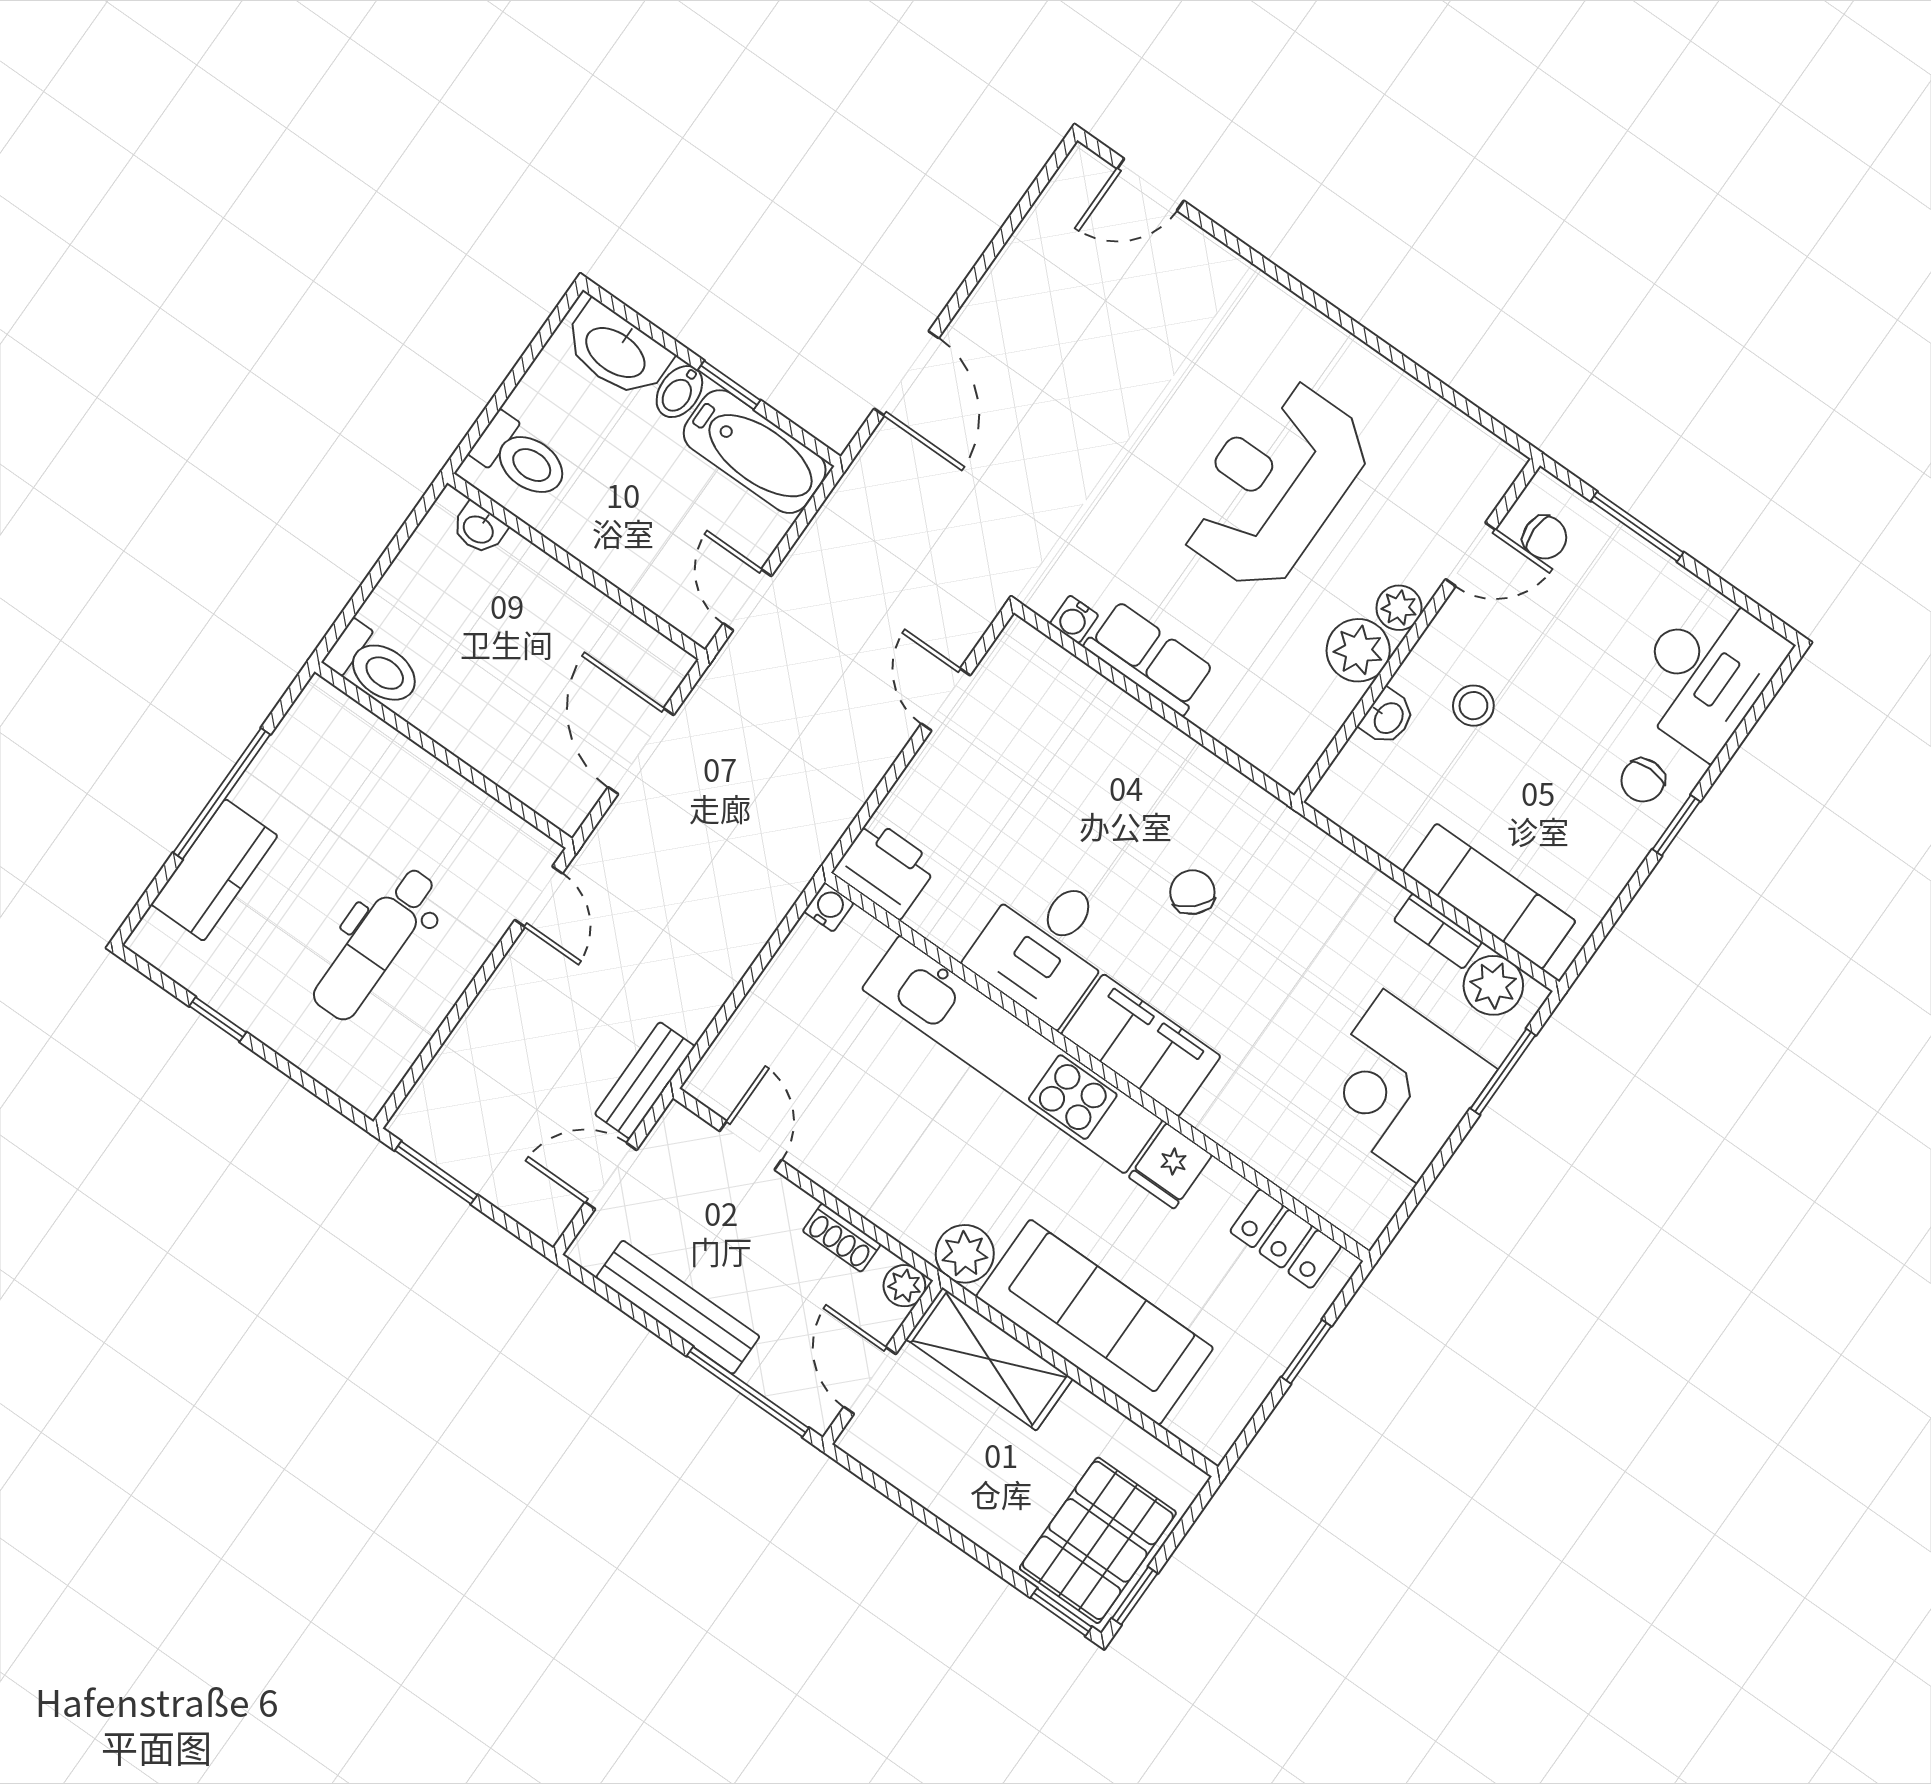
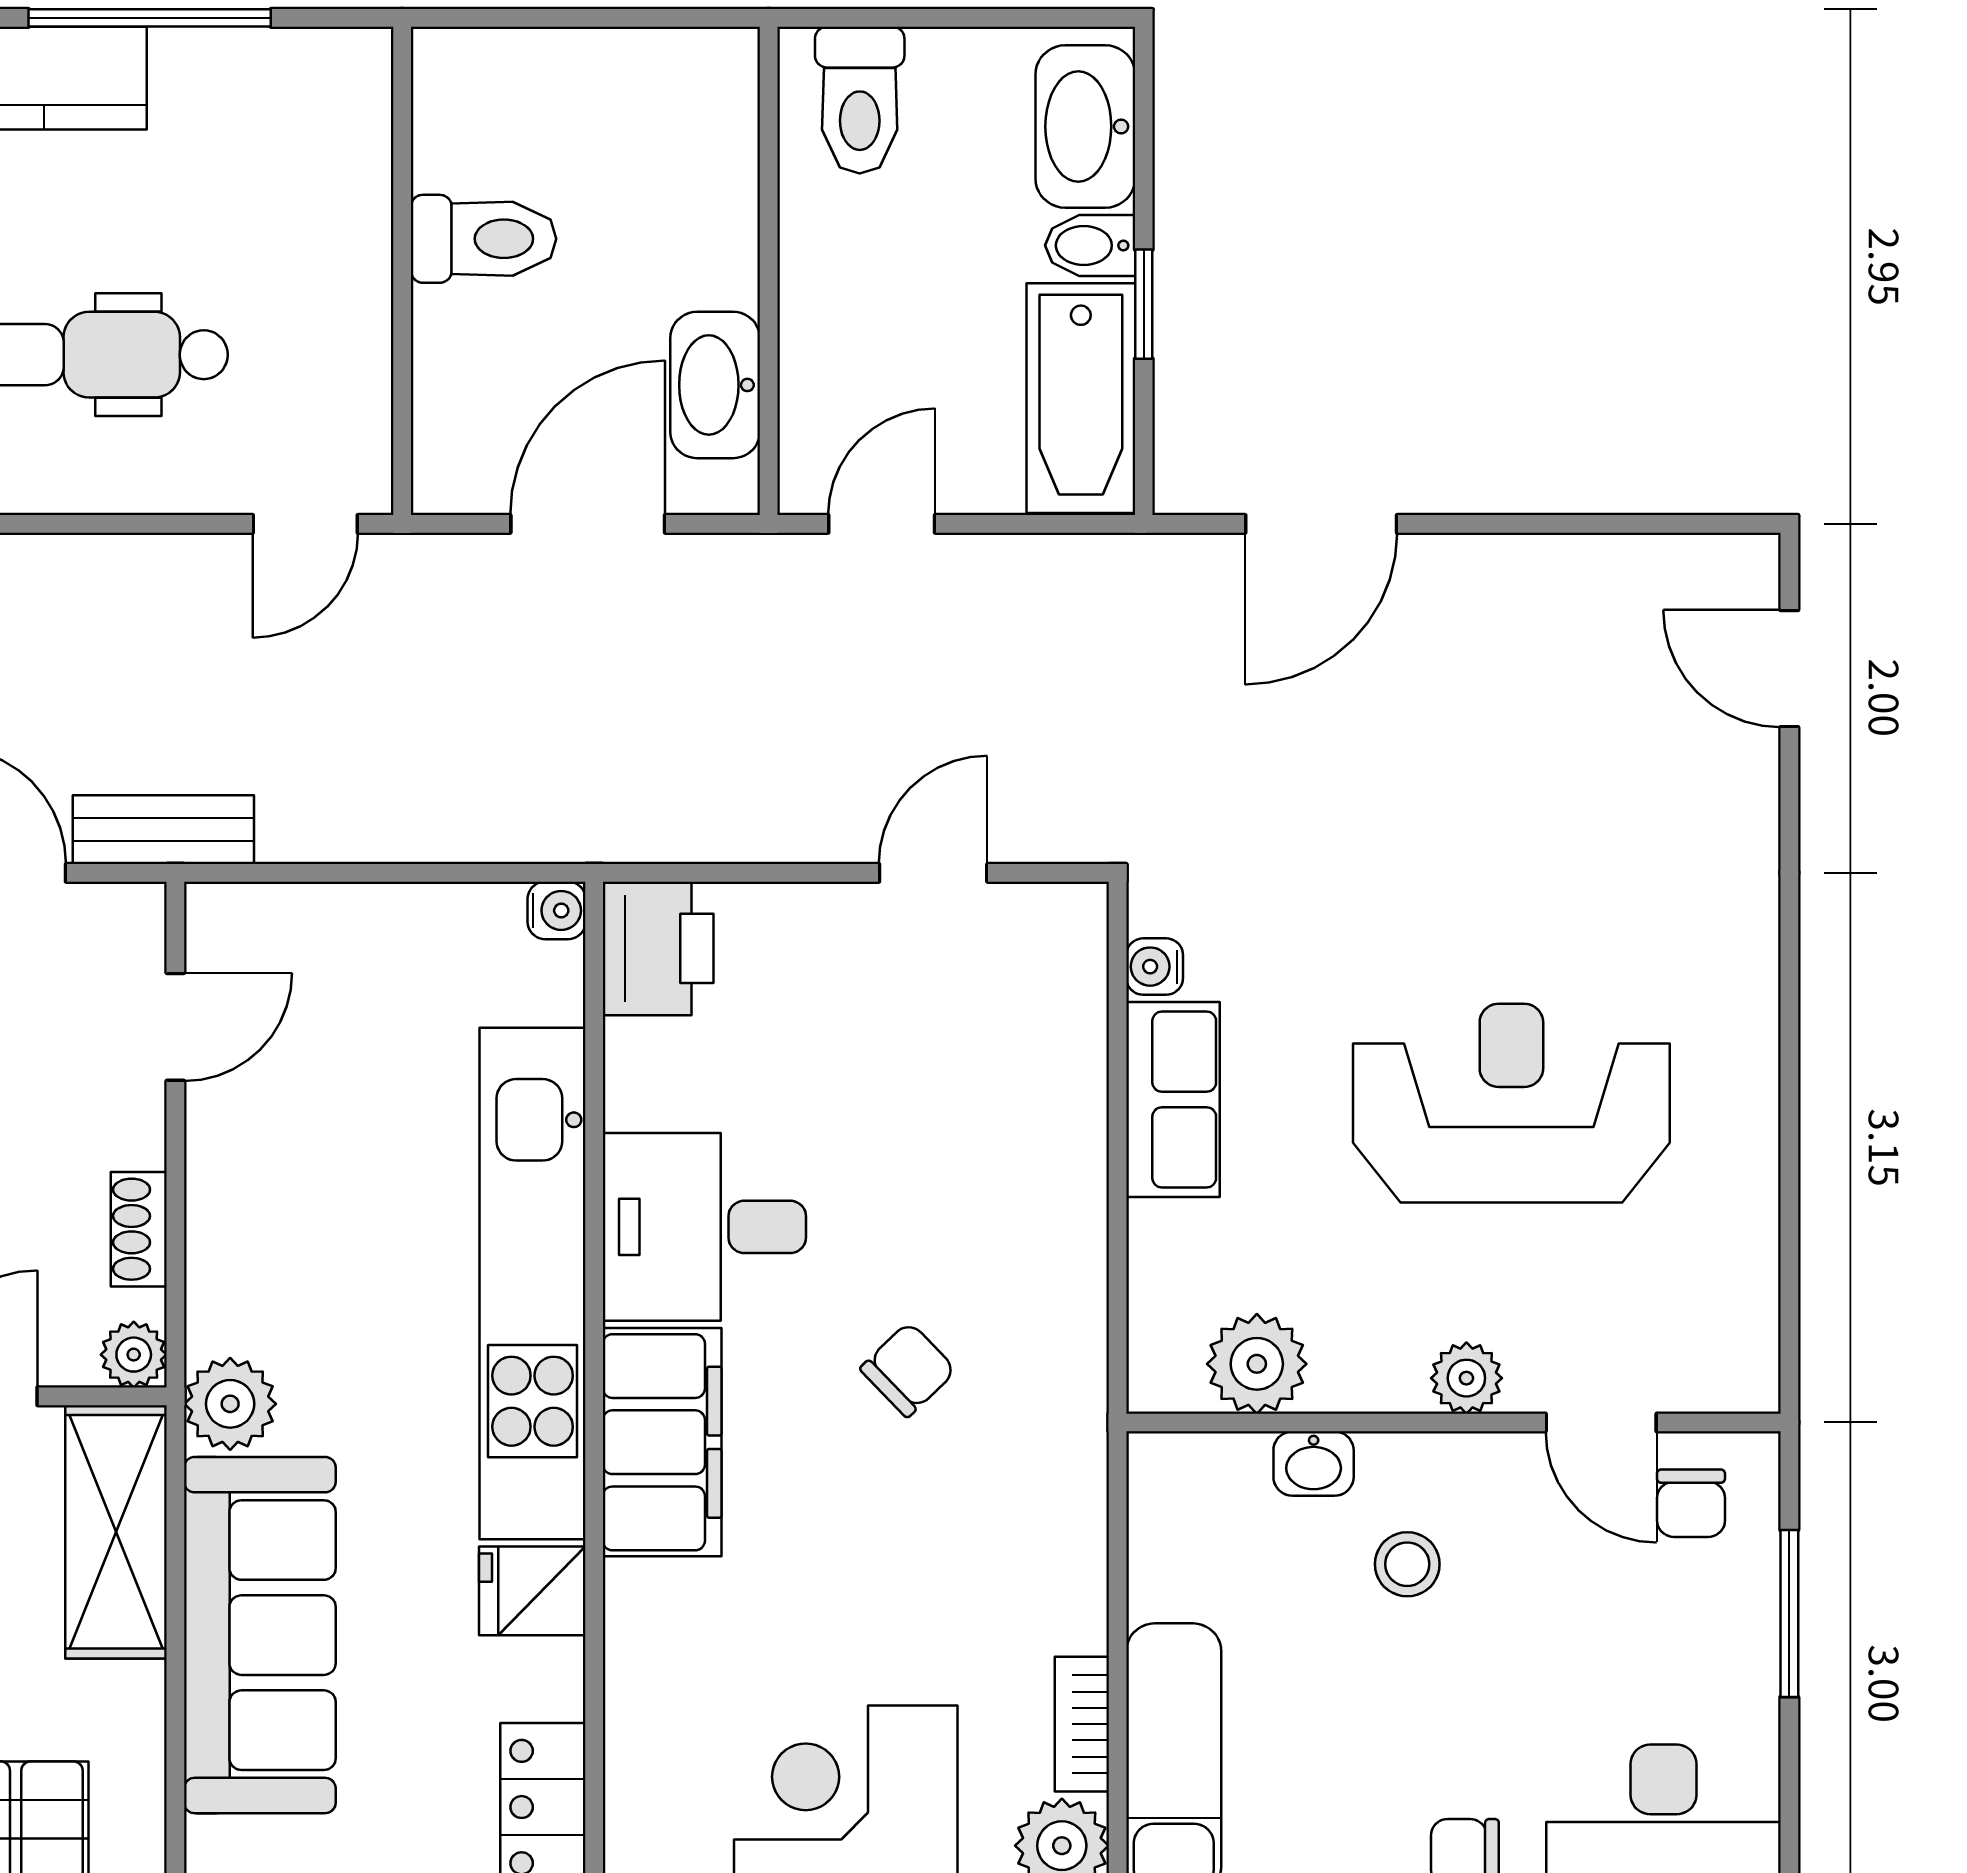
washbasin: (479, 529) -> (715, 385), moved, width x1.91, depth x1.45
plant: (1358, 650) -> (1257, 1364), moved
toilet: (374, 666) -> (484, 239), moved, turned -90

